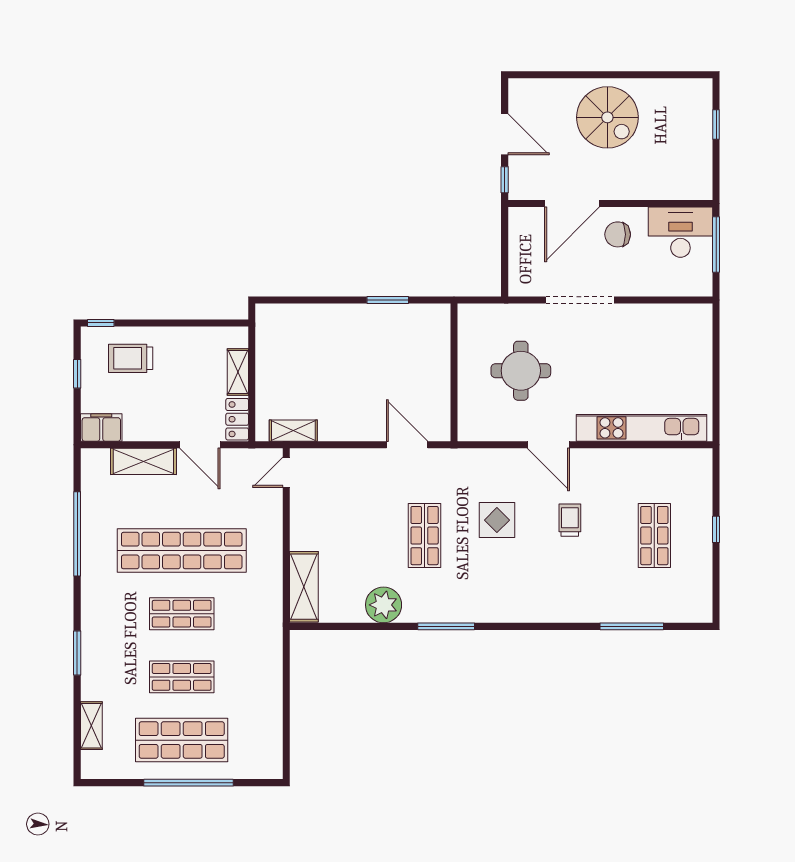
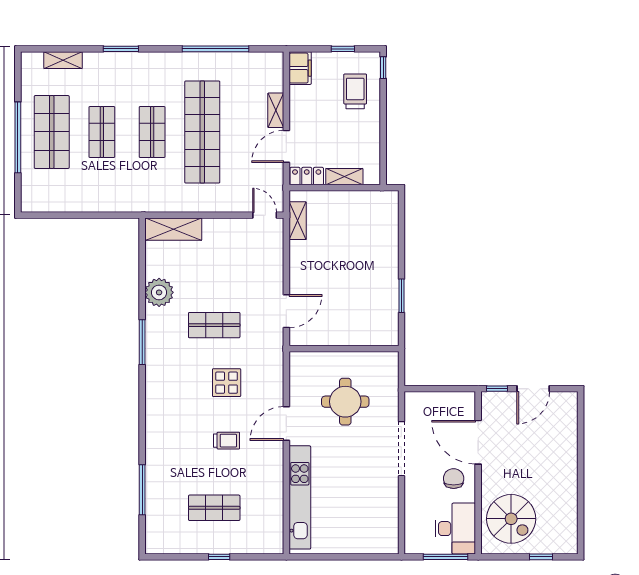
spiral stairs: (607, 117) -> (511, 519), moved, turned -90
shelving: (143, 461) -> (276, 110), width x0.67, depth x0.75

